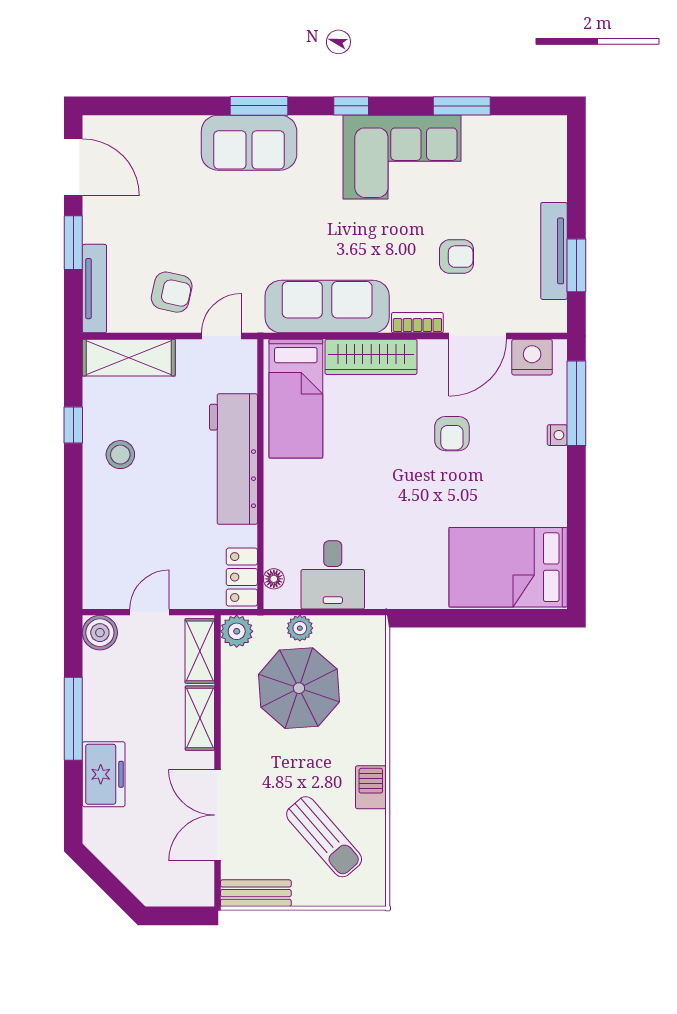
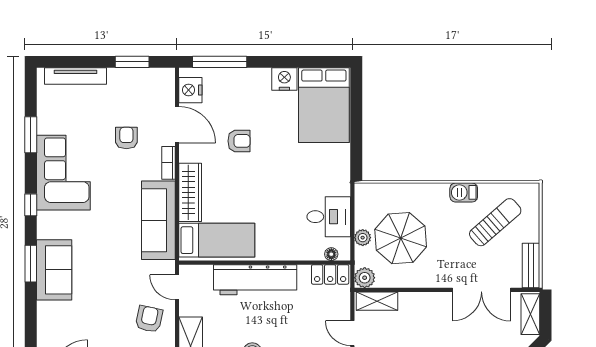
tv unit: (554, 251) -> (76, 76), moved
nightstand: (557, 435) -> (284, 79), moved, width x1.89, depth x1.79
shelving: (200, 718) -> (530, 314), moved, turned 90

